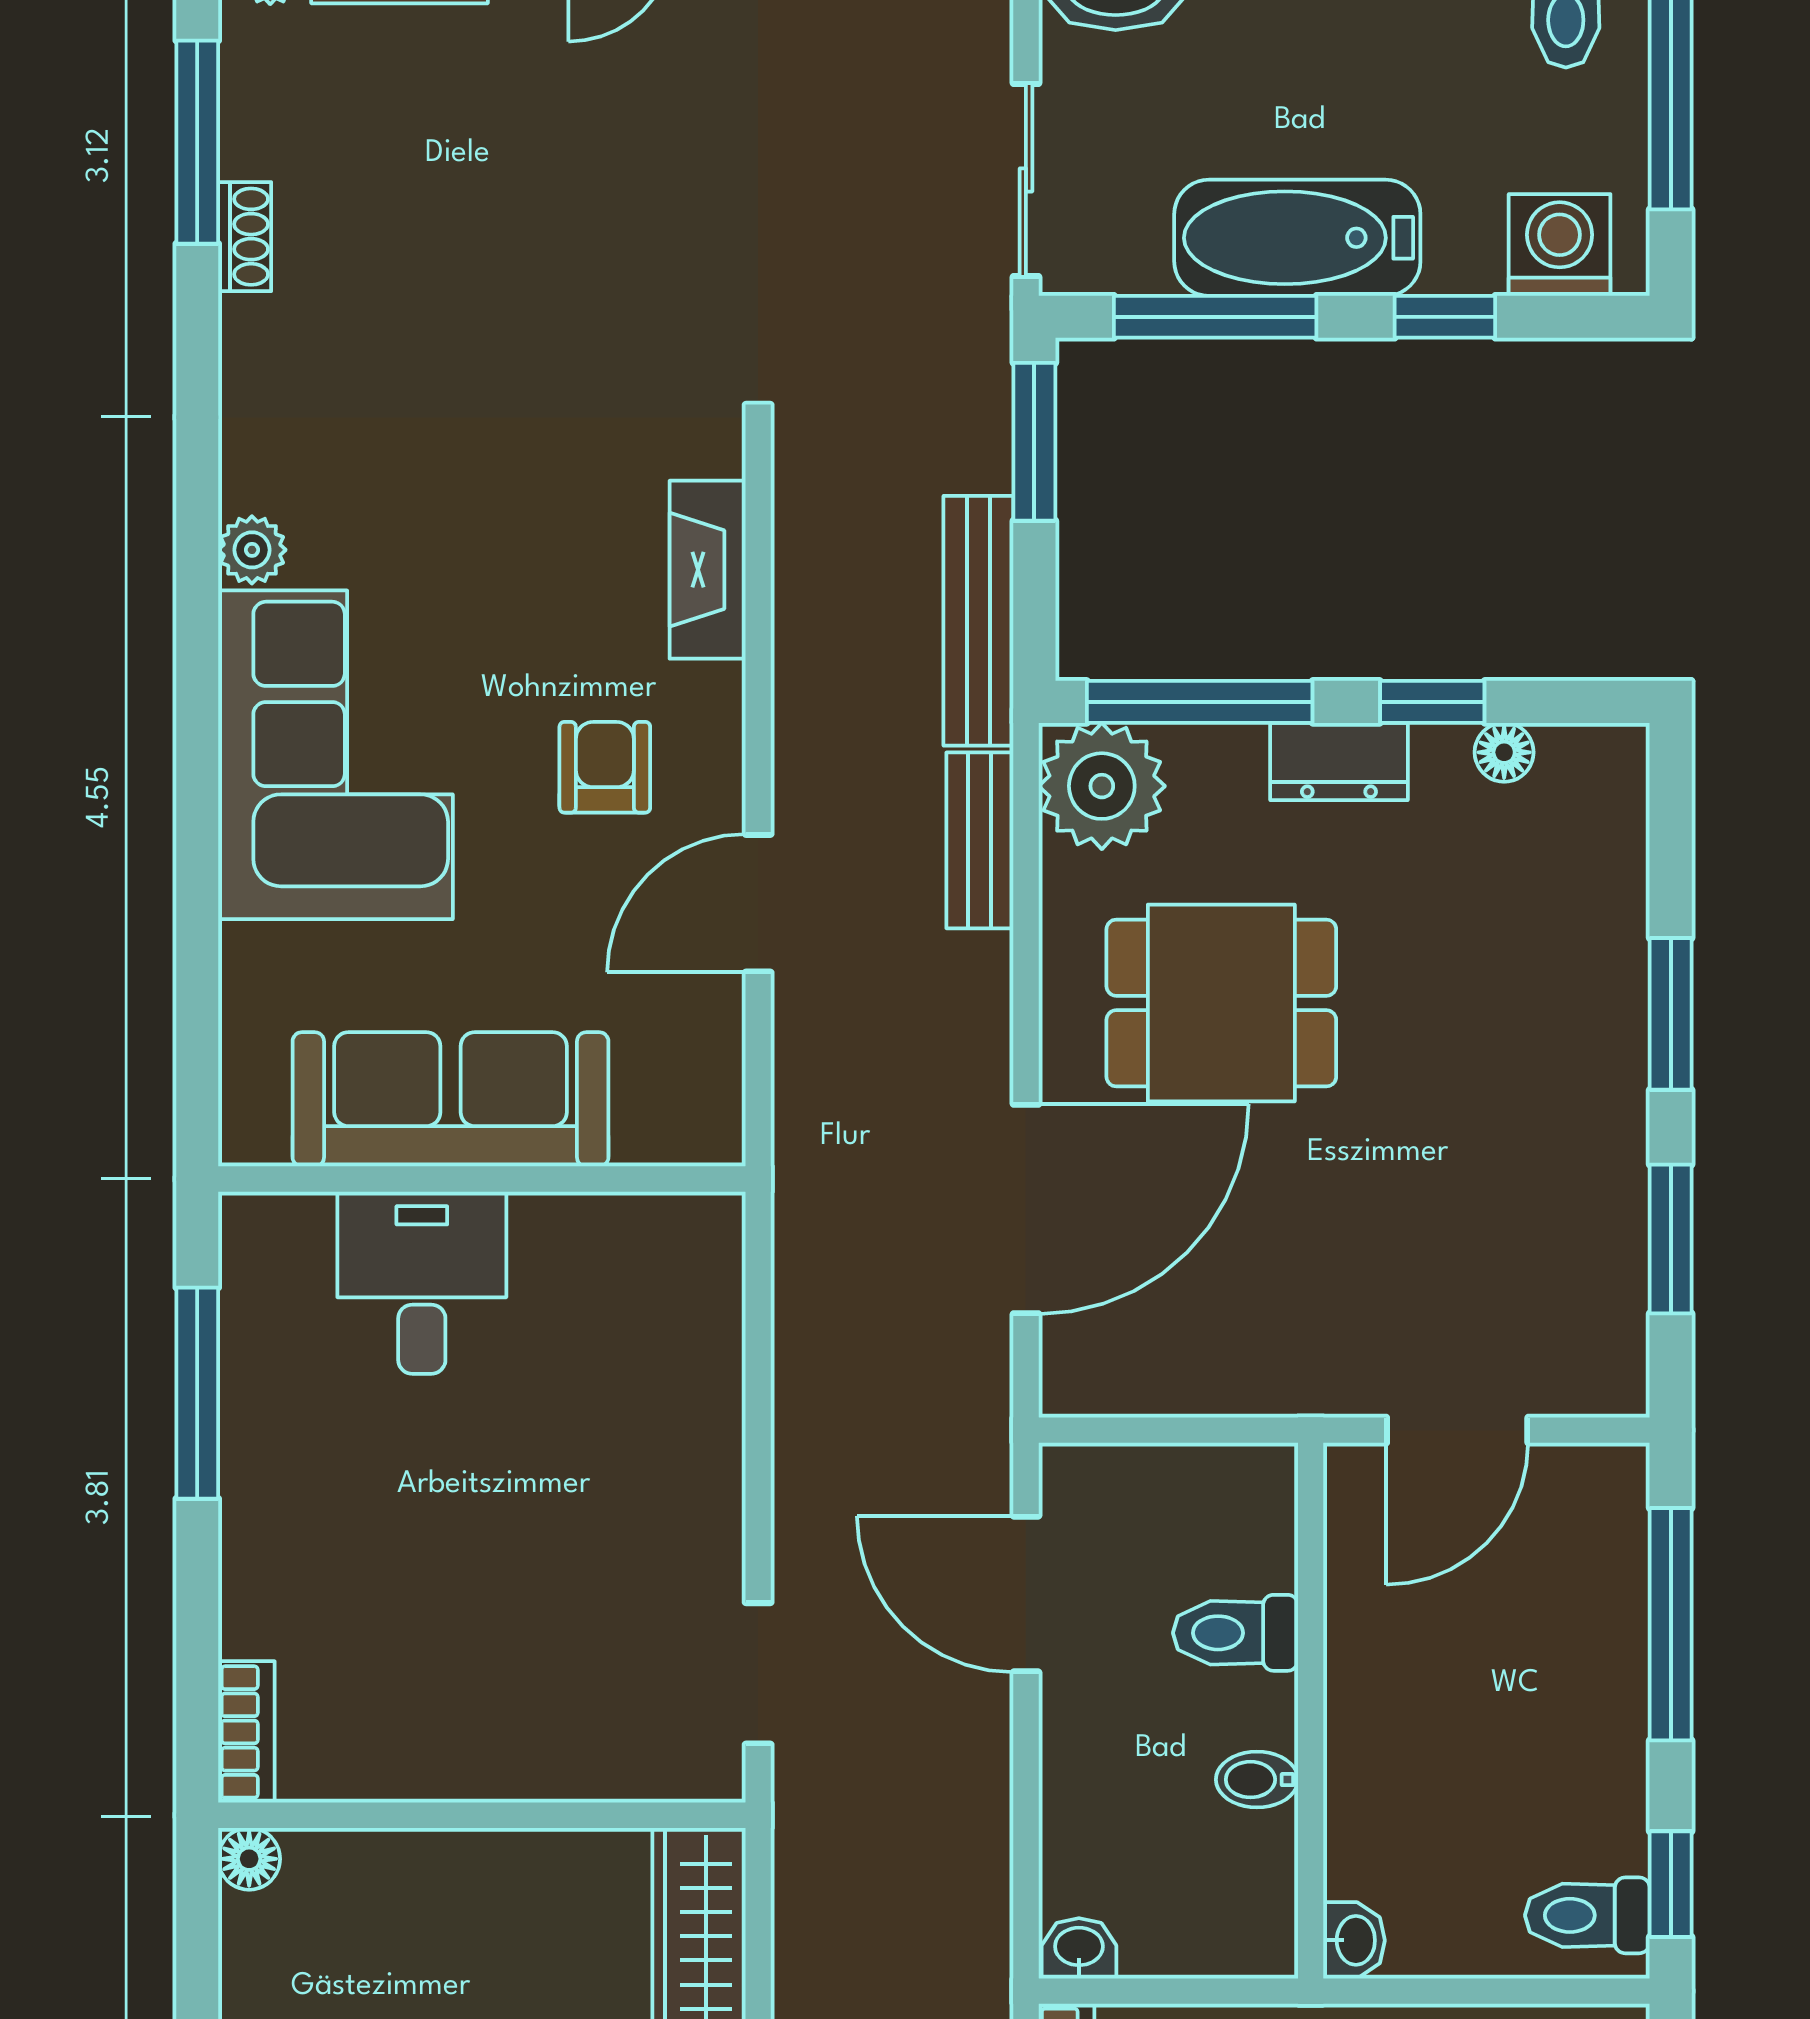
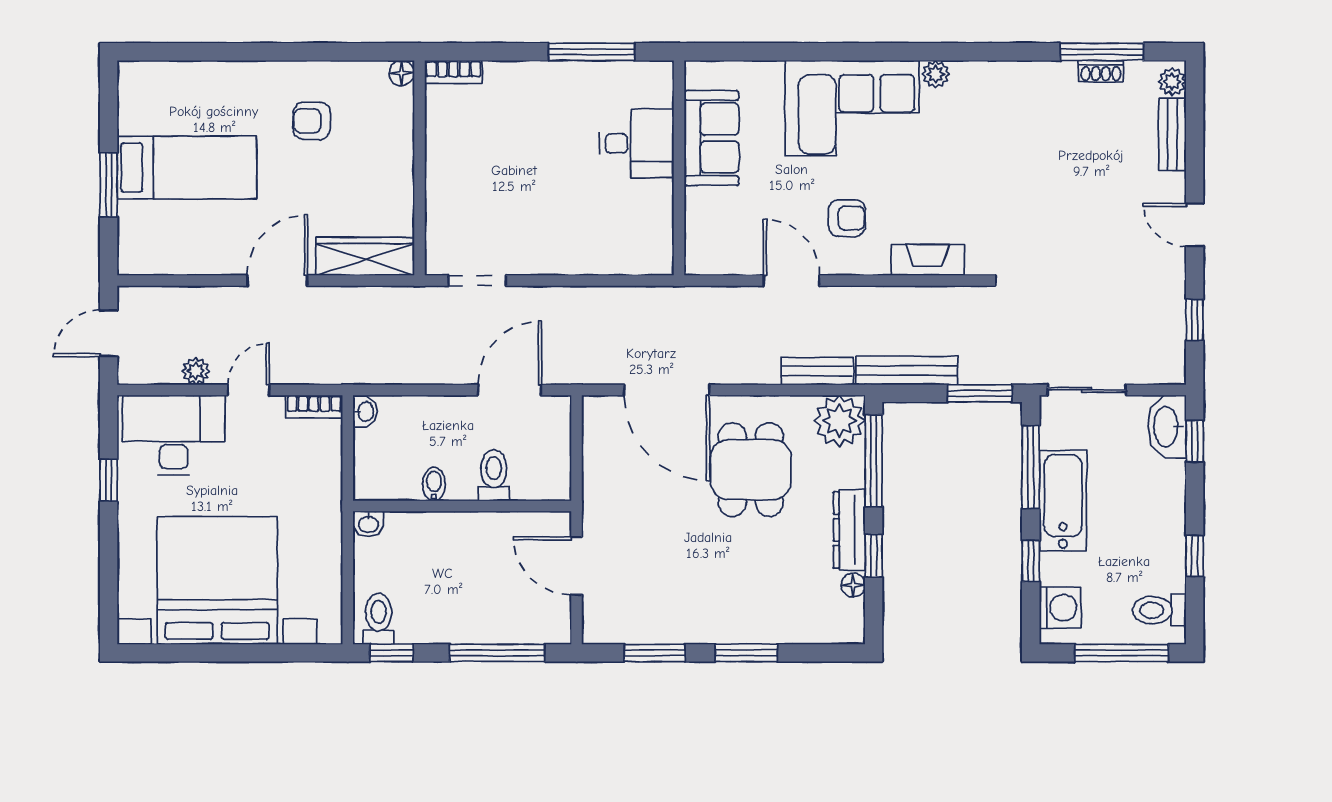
shoe rack: (245, 237) -> (1101, 71), moved
dresser: (1339, 761) -> (849, 530), width x1.44
sofa: (451, 1099) -> (711, 138), width x0.73

